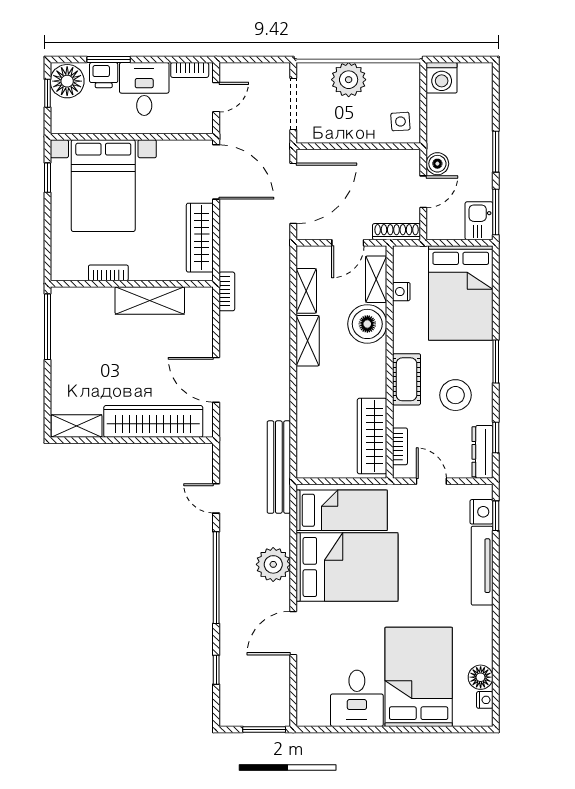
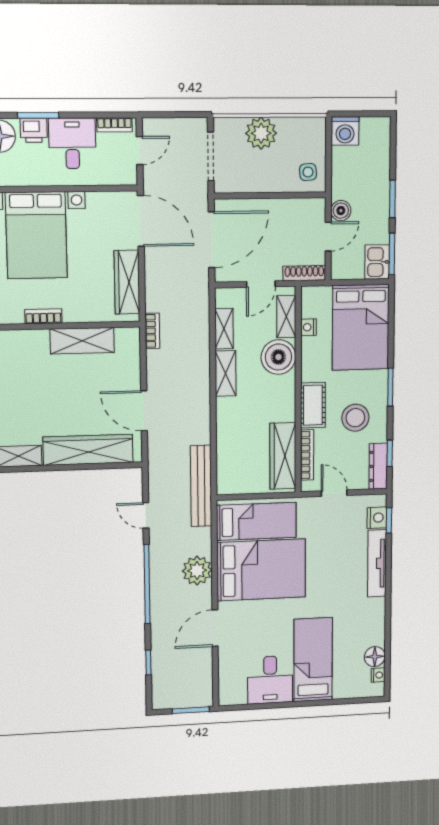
bookcase: (400, 446) -> (307, 455), width x1.56
bed: (419, 677) -> (313, 660), width x0.67

